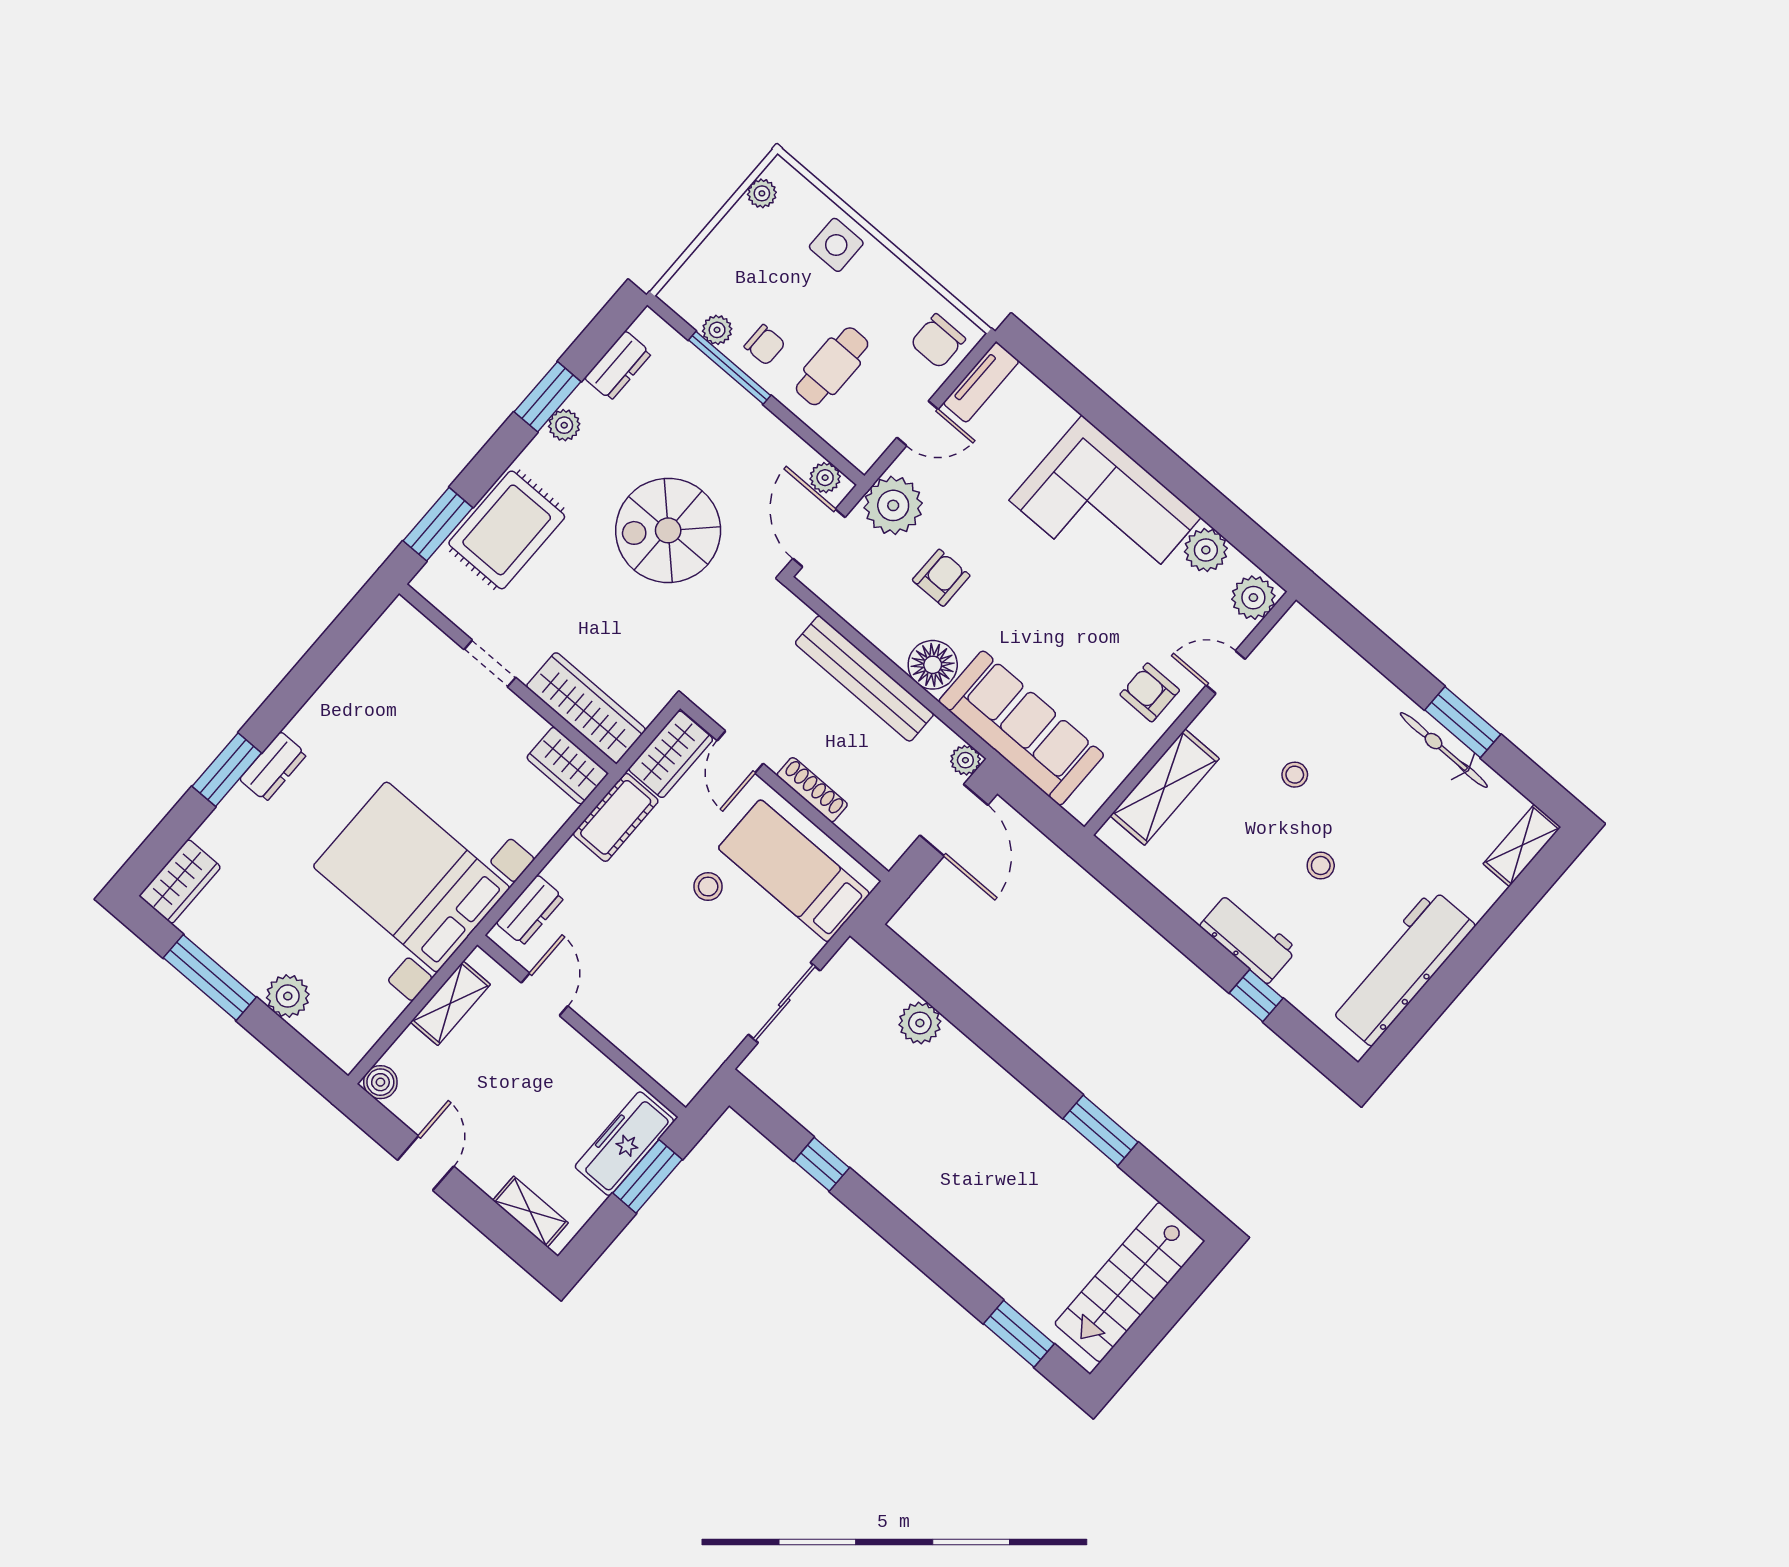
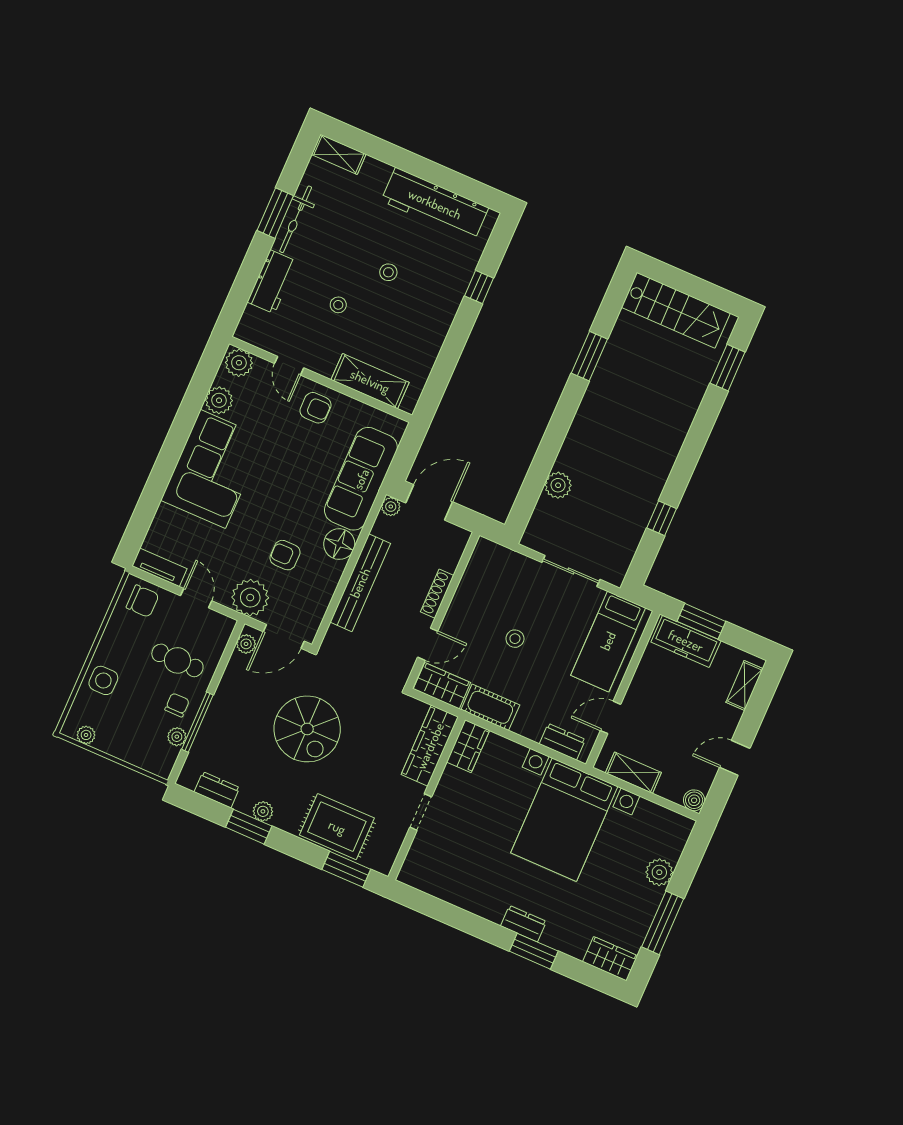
armchair: (1150, 692) -> (316, 408), turned -90
bed: (794, 871) -> (608, 641), moved
workbench: (1248, 938) -> (272, 282), moved, turned 180

